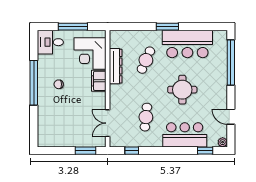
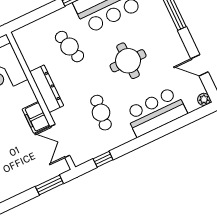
cafe table: (146, 60) -> (69, 47), turned -39
dresser: (116, 66) -> (47, 89), moved
filing cabinet: (99, 81) -> (36, 117), moved
window: (205, 151) -> (188, 119), removed

